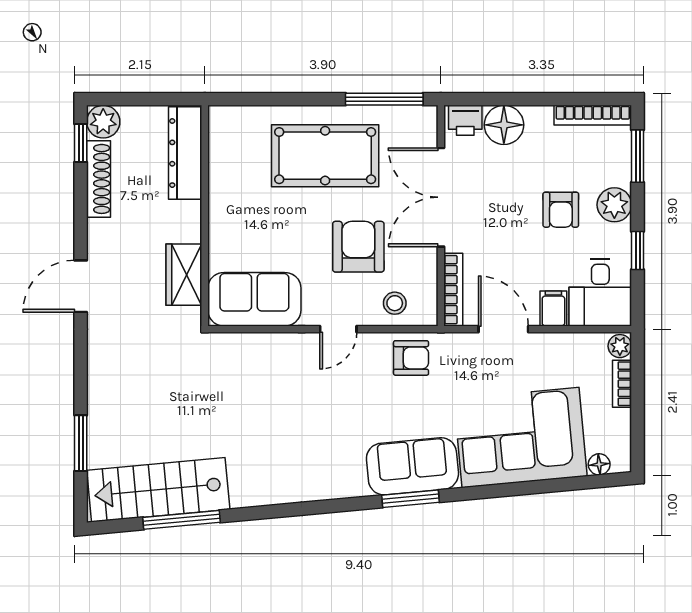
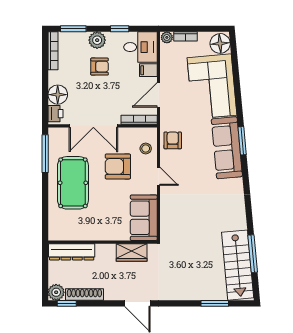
floor lamp: (599, 464) -> (220, 43), width x1.89, depth x1.89
sofa: (412, 466) -> (227, 148), width x1.36

